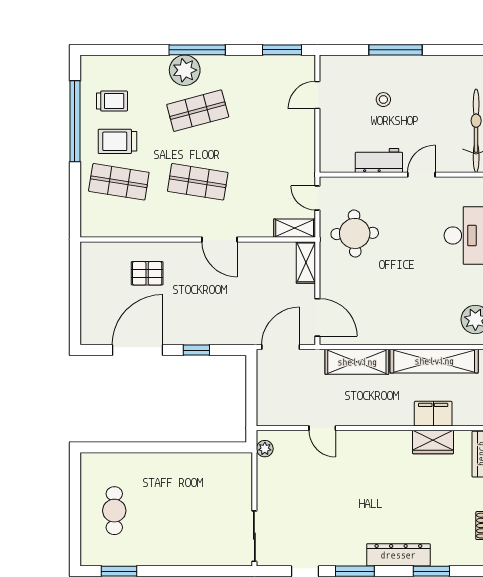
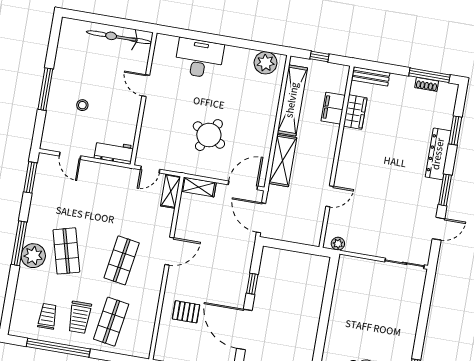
workbench: (379, 160) -> (114, 152), moved, turned 90
round table: (355, 233) -> (209, 135), moved, turned 31
pallet: (147, 273) -> (186, 312), turned 90

